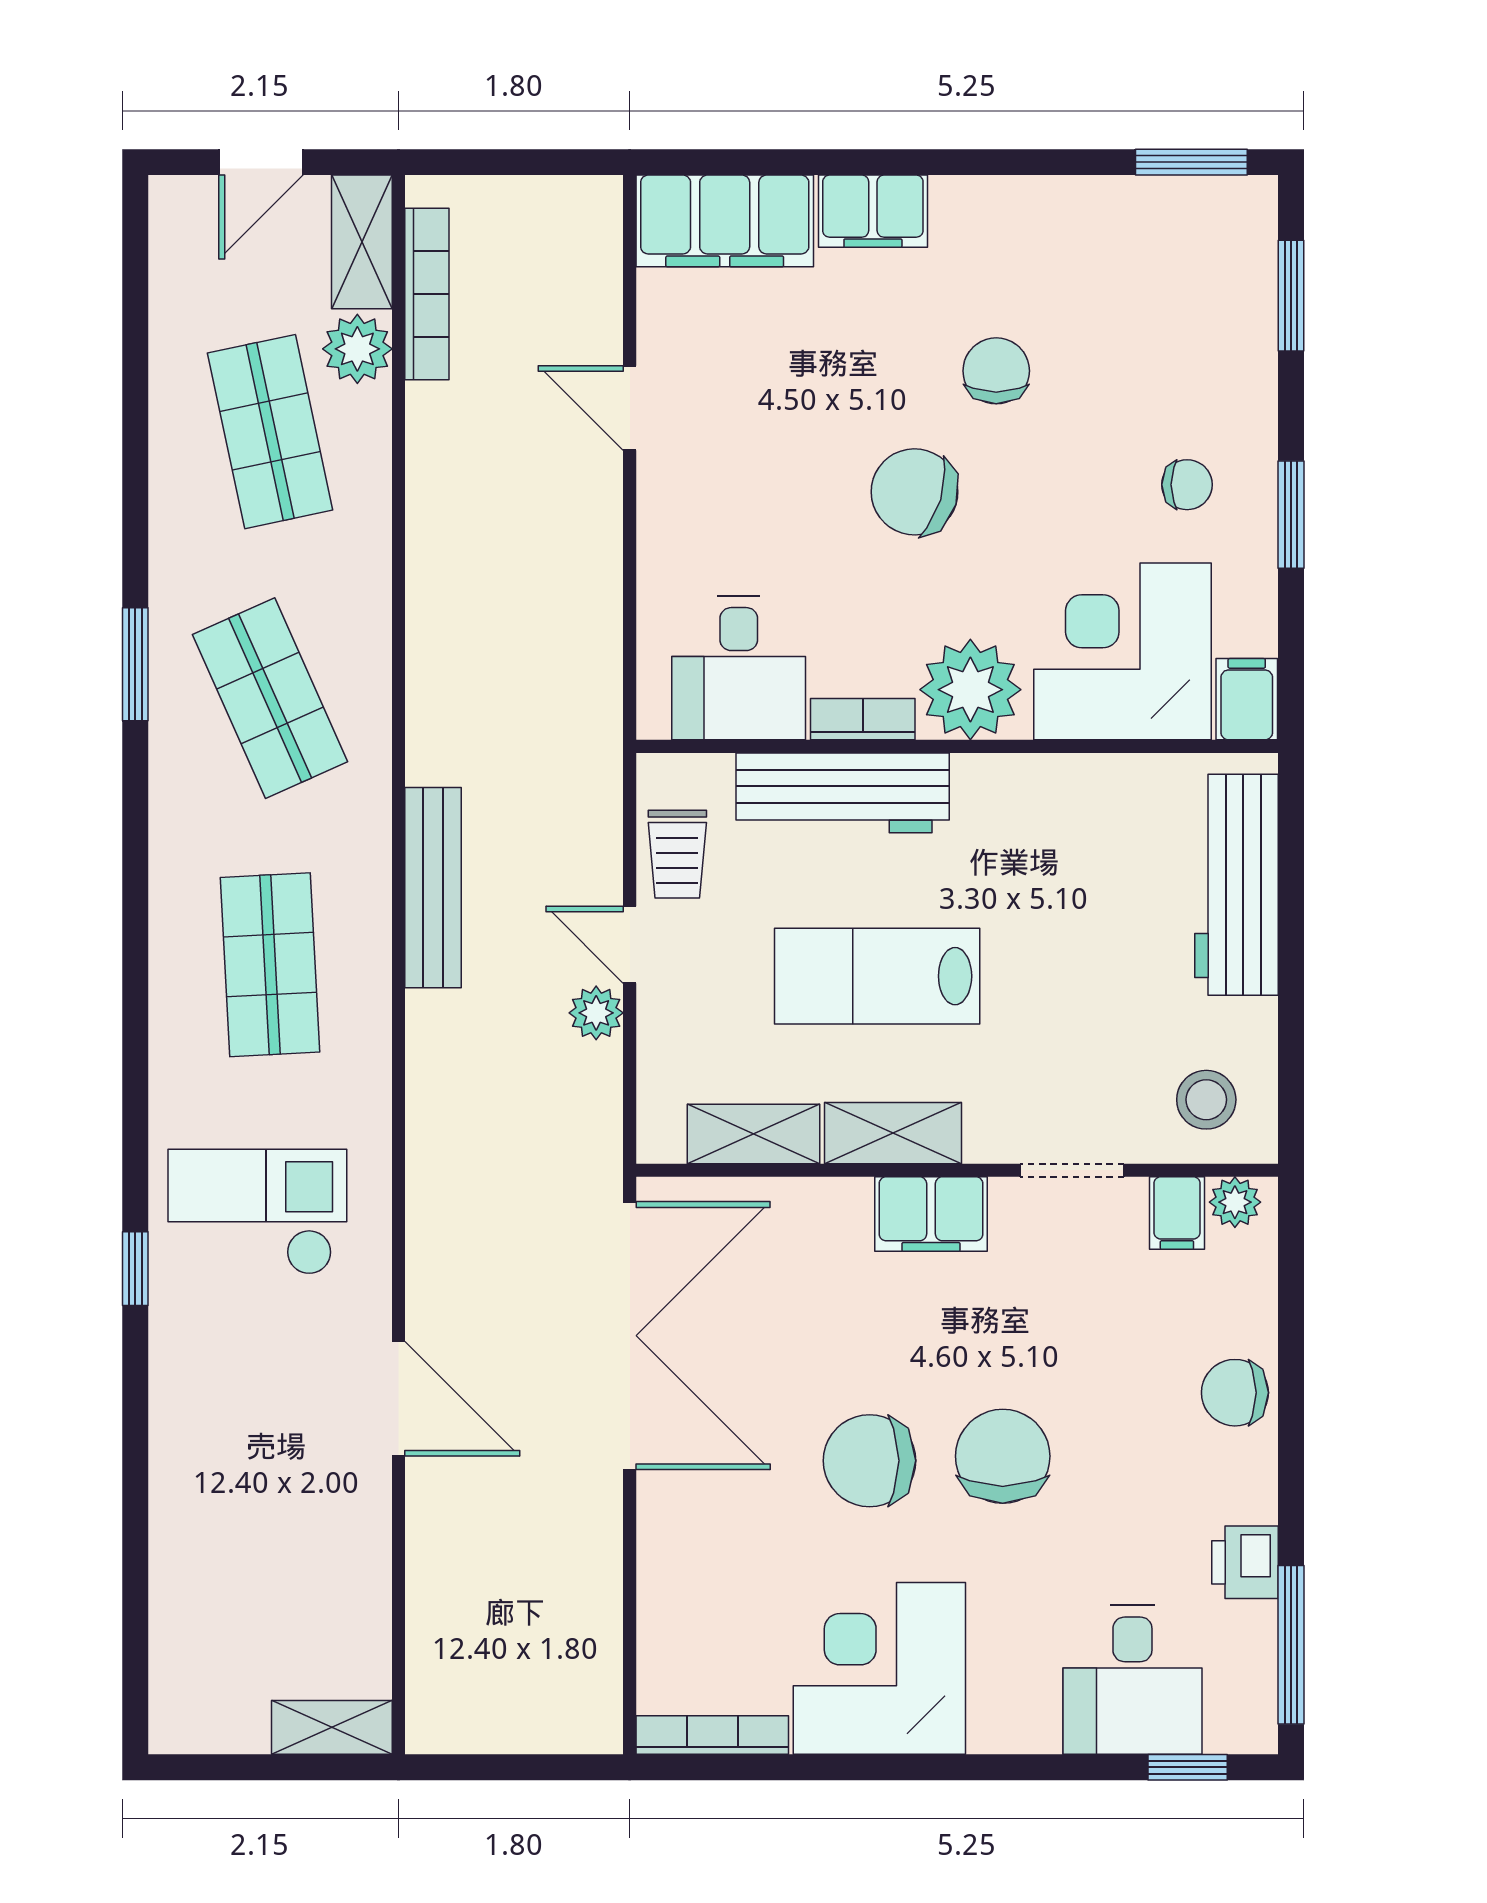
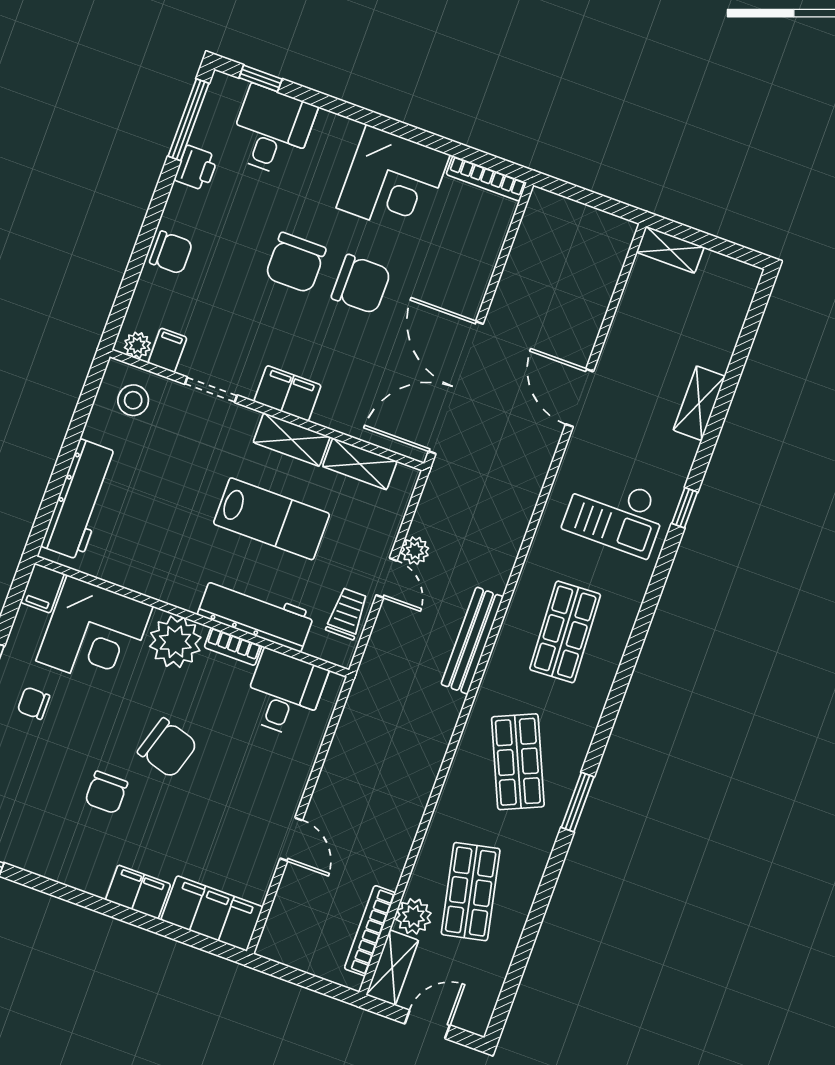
shelving: (178, 1468) -> (699, 403), added

